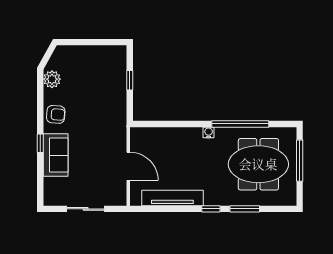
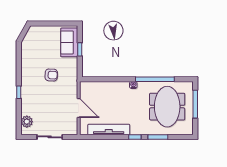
plant: (52, 79) -> (27, 122), moved
armchair: (56, 114) -> (51, 75), moved
sofa: (56, 155) -> (69, 42), moved, turned 180
meeting table: (258, 164) -> (167, 107), turned 90

